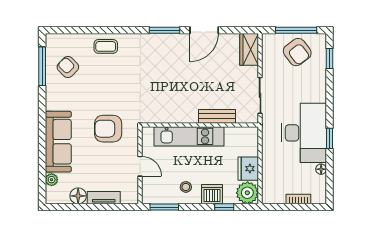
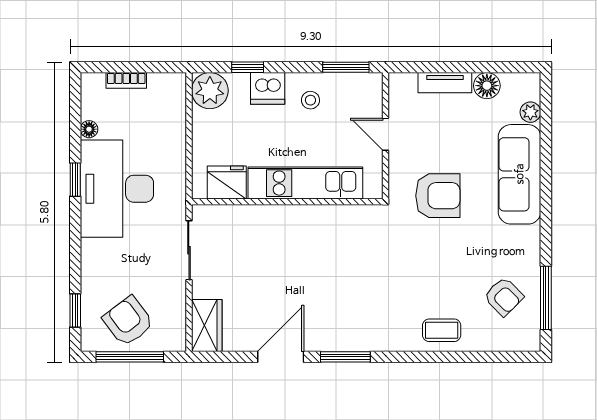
bench: (217, 116) -> (259, 216), removed
fridge: (248, 169) -> (227, 182), moved, turned -90

